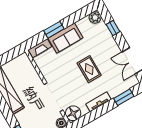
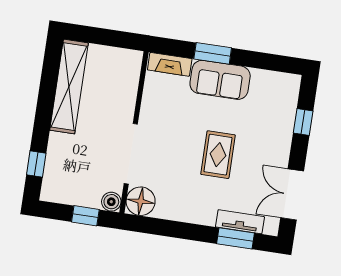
plant: (95, 17) -> (289, 85), removed
tv unit: (99, 102) -> (240, 222), moved

